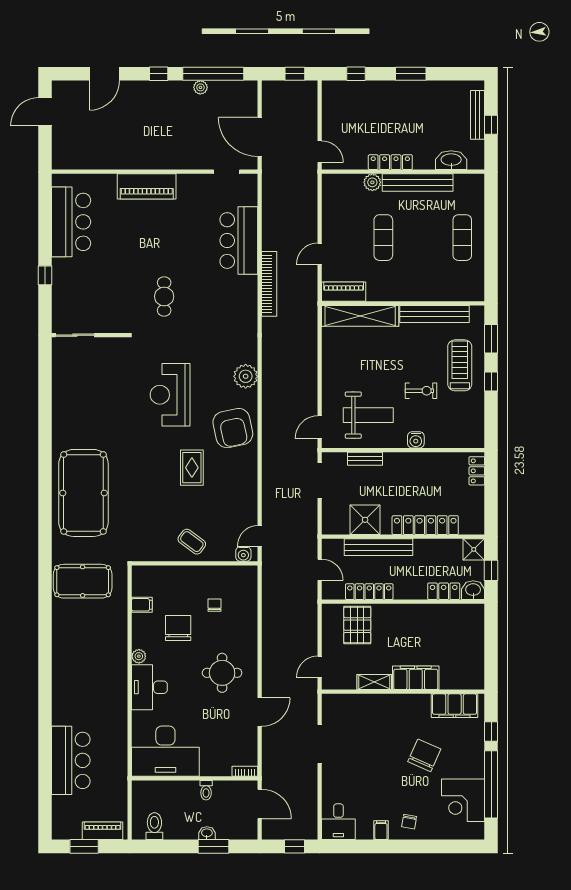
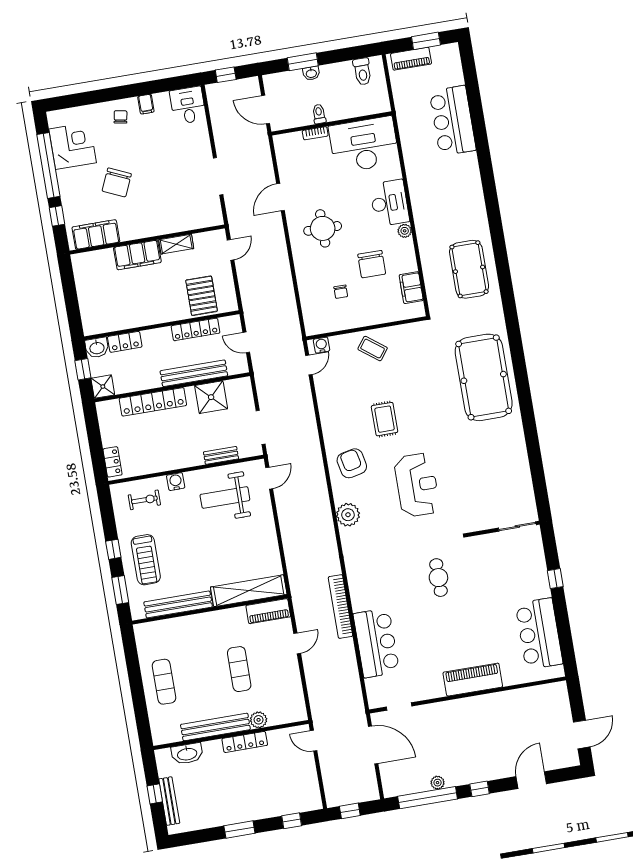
exercise bike: (421, 391) -> (144, 500), moved, turned 180
armchair: (233, 428) -> (352, 463), width x0.73, depth x0.73
pool table: (83, 581) -> (469, 269), moved, turned 90
filing cabinet: (142, 605) -> (411, 288), width x2.00
bookcase: (245, 771) -> (315, 133), moved

